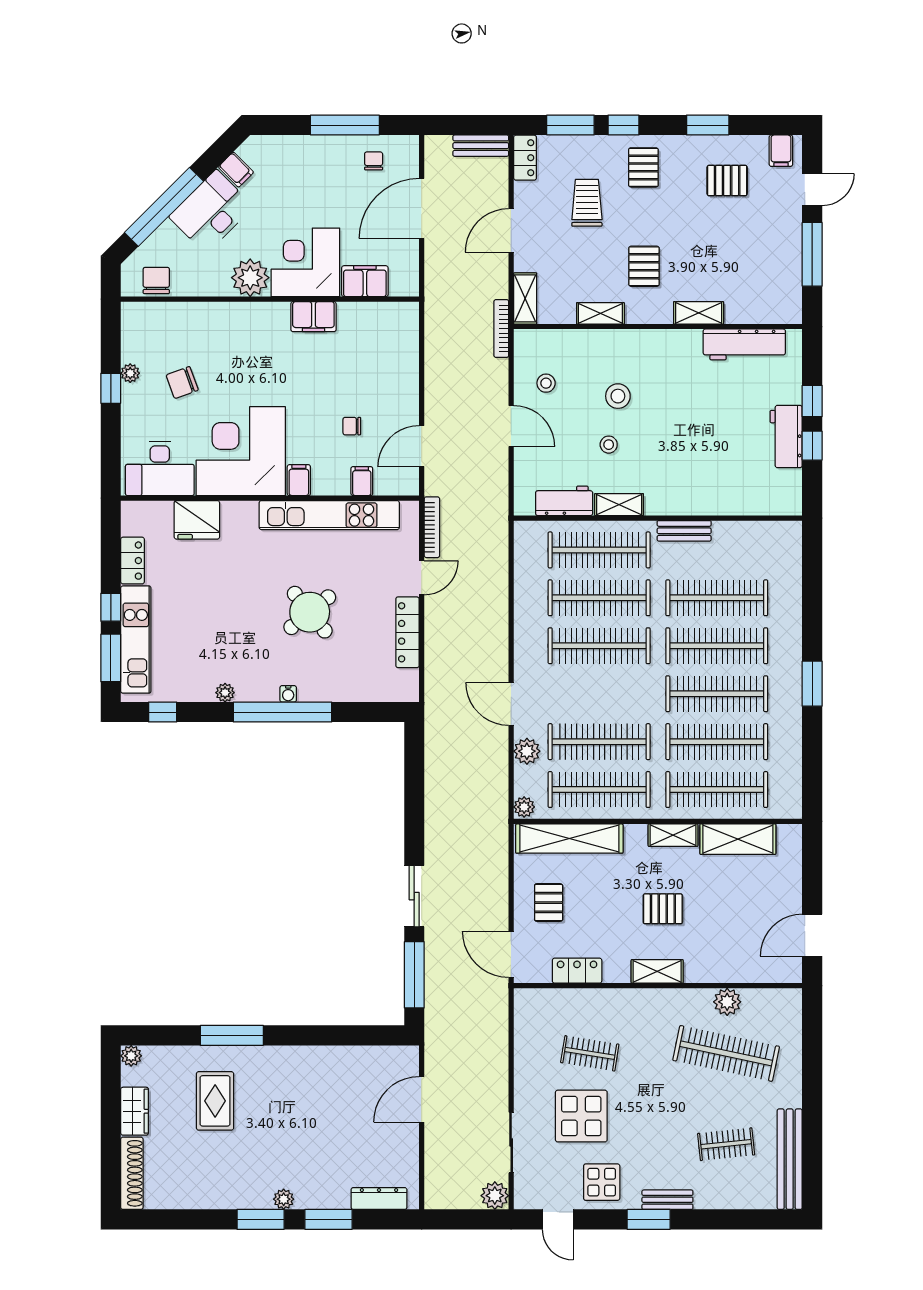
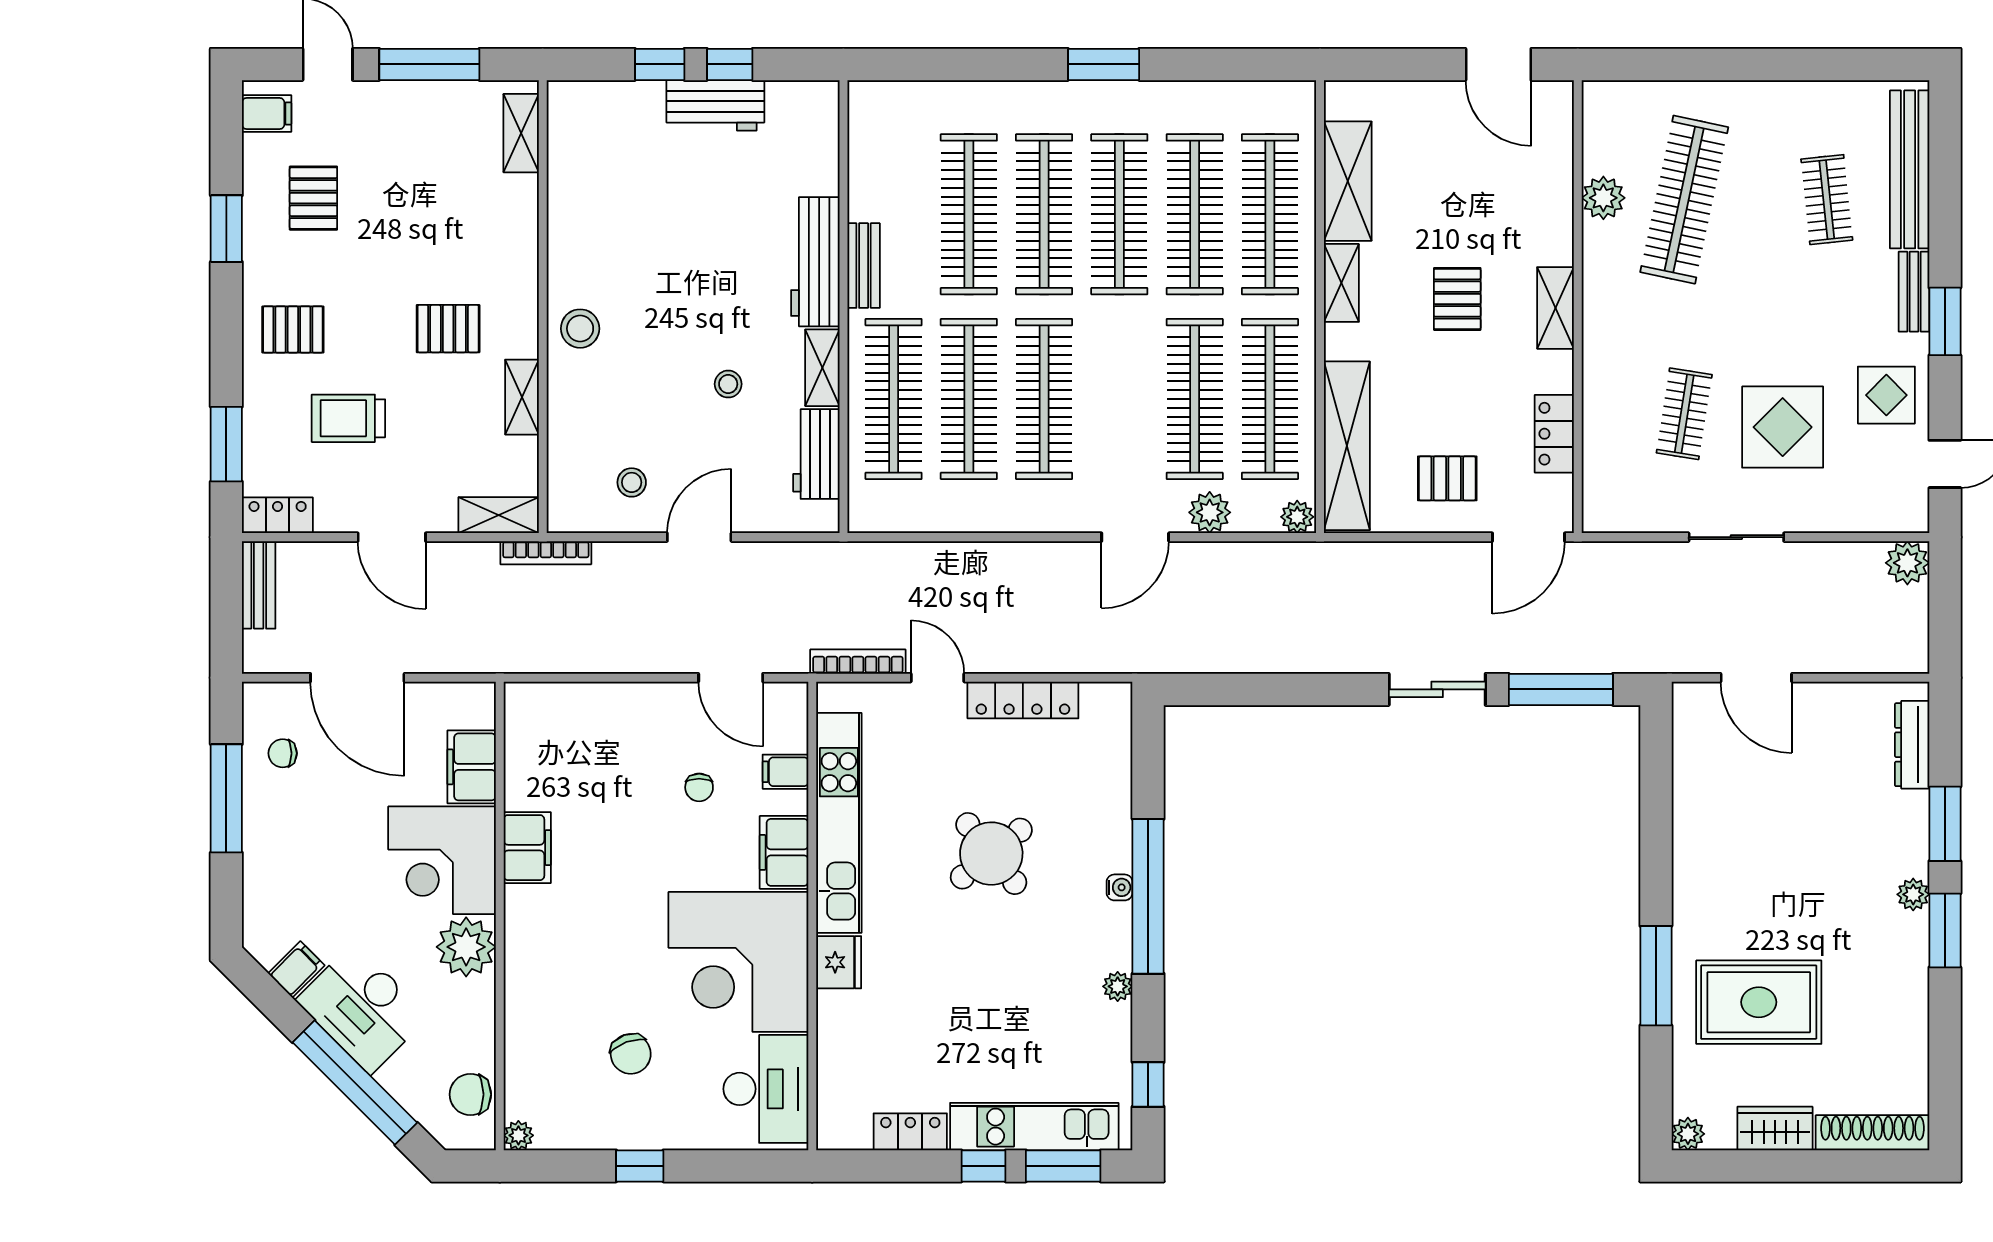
window: (624, 125) -> (226, 361), removed
shelving: (699, 313) -> (521, 133), moved
workbench: (744, 344) -> (815, 262), moved, turned 180
plant: (130, 373) -> (518, 1135), moved
stool: (618, 396) -> (580, 329), moved
filing cabinet: (299, 480) -> (784, 852), width x2.00
fridge: (197, 520) -> (839, 962), moved, width x0.73, depth x0.75
rug: (215, 1101) -> (1759, 1002), width x1.36, depth x1.43
sliding door: (511, 1142) -> (1736, 537), moved
bench: (790, 1159) -> (1910, 169), moved, turned 90

